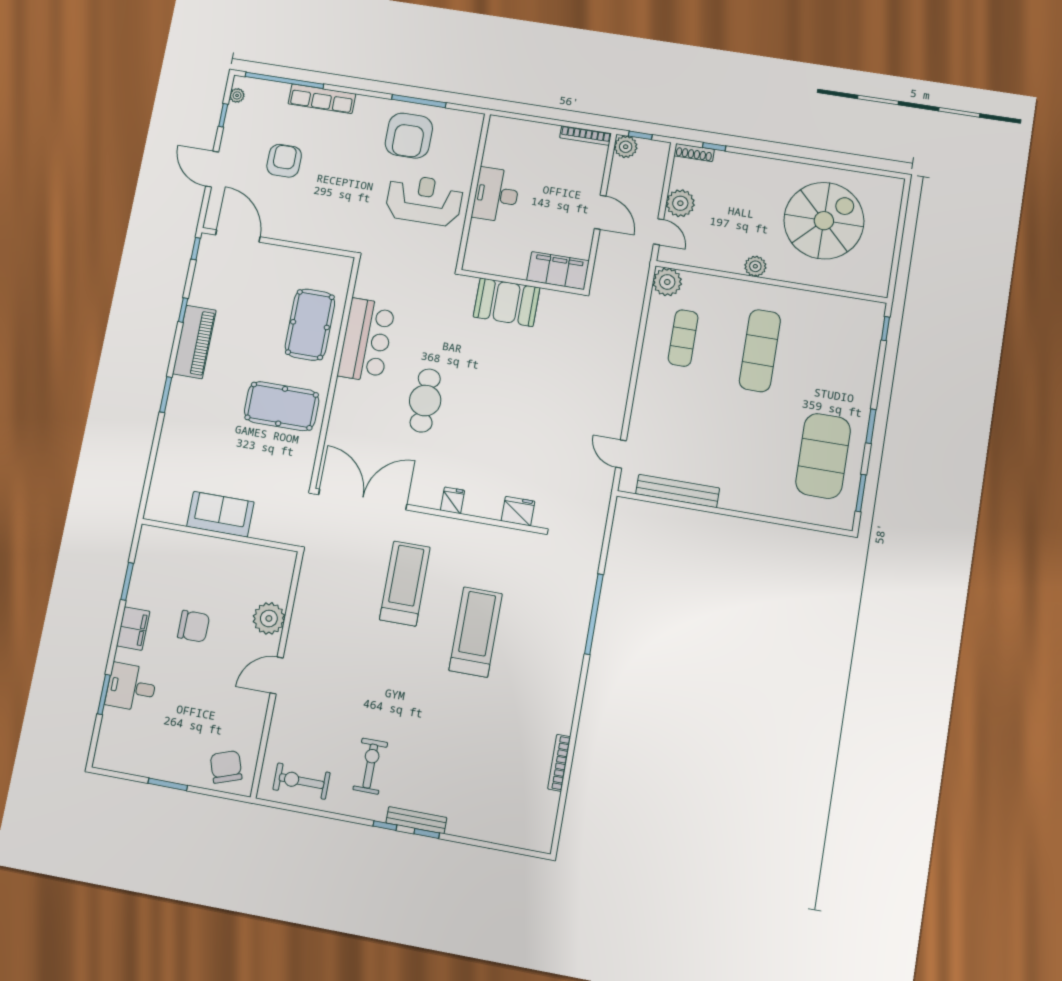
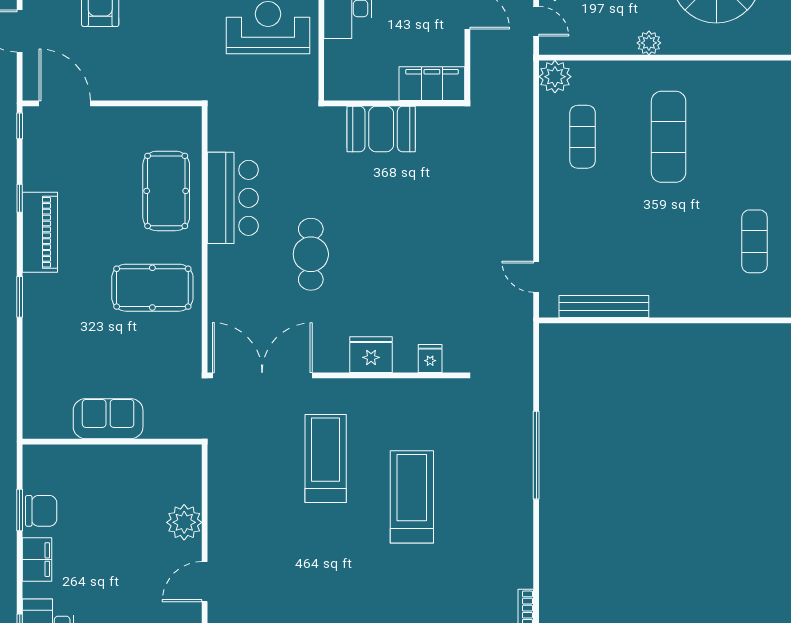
exercise mat: (823, 456) -> (755, 241), width x0.50, depth x0.69
fridge: (453, 500) -> (371, 355), width x1.88, depth x1.34
fridge: (518, 511) -> (430, 358), width x0.72
chair: (194, 626) -> (41, 511), moved

